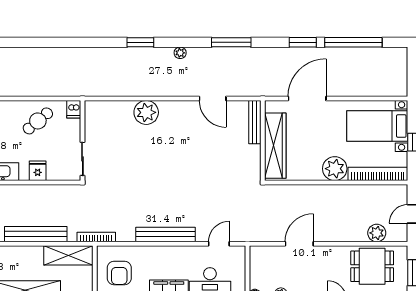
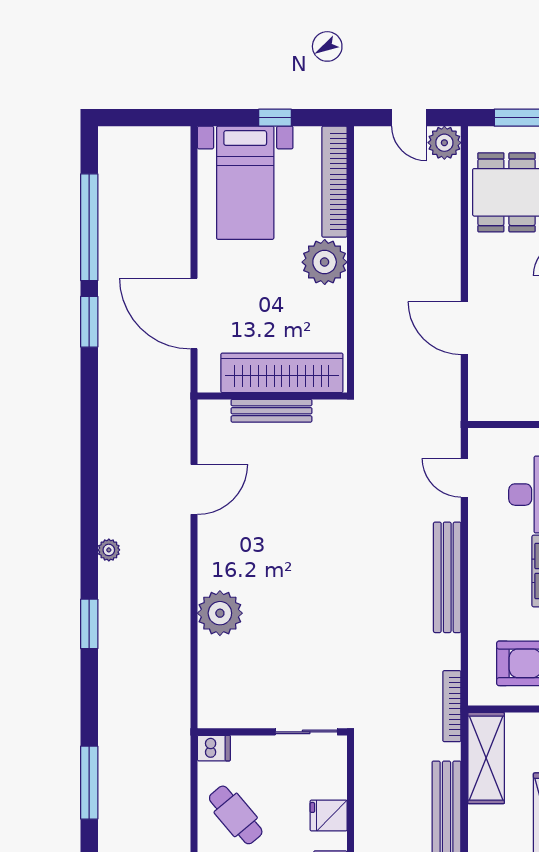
window: (231, 42) -> (89, 783), moved
bench: (255, 122) -> (271, 411), moved
plant: (377, 233) -> (444, 143), moved

